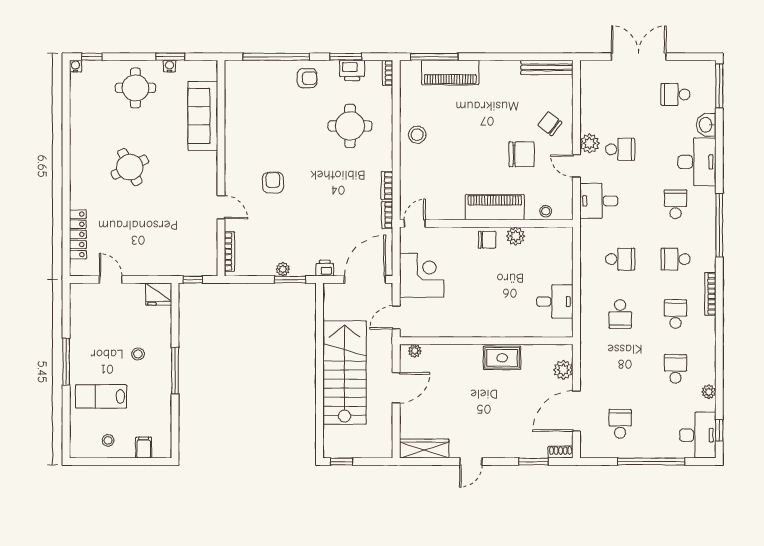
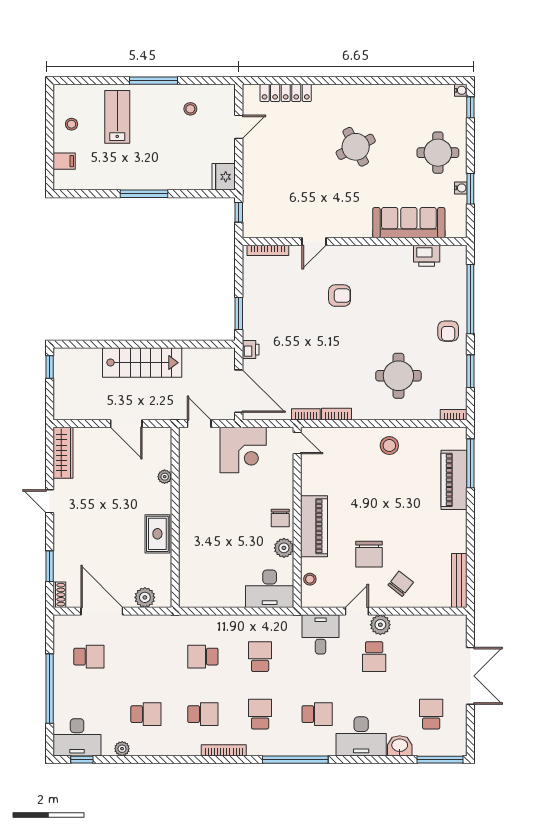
printer: (352, 70) -> (427, 256), moved, turned -90
school desk: (620, 259) -> (260, 657), turned 180
plant: (283, 269) -> (250, 306), removed
desk: (555, 302) -> (270, 589), moved, width x1.37
plant: (415, 351) -> (165, 477), moved
stool: (138, 354) -> (190, 109), moved
stairs: (345, 373) -> (142, 363), width x0.73, depth x0.66

